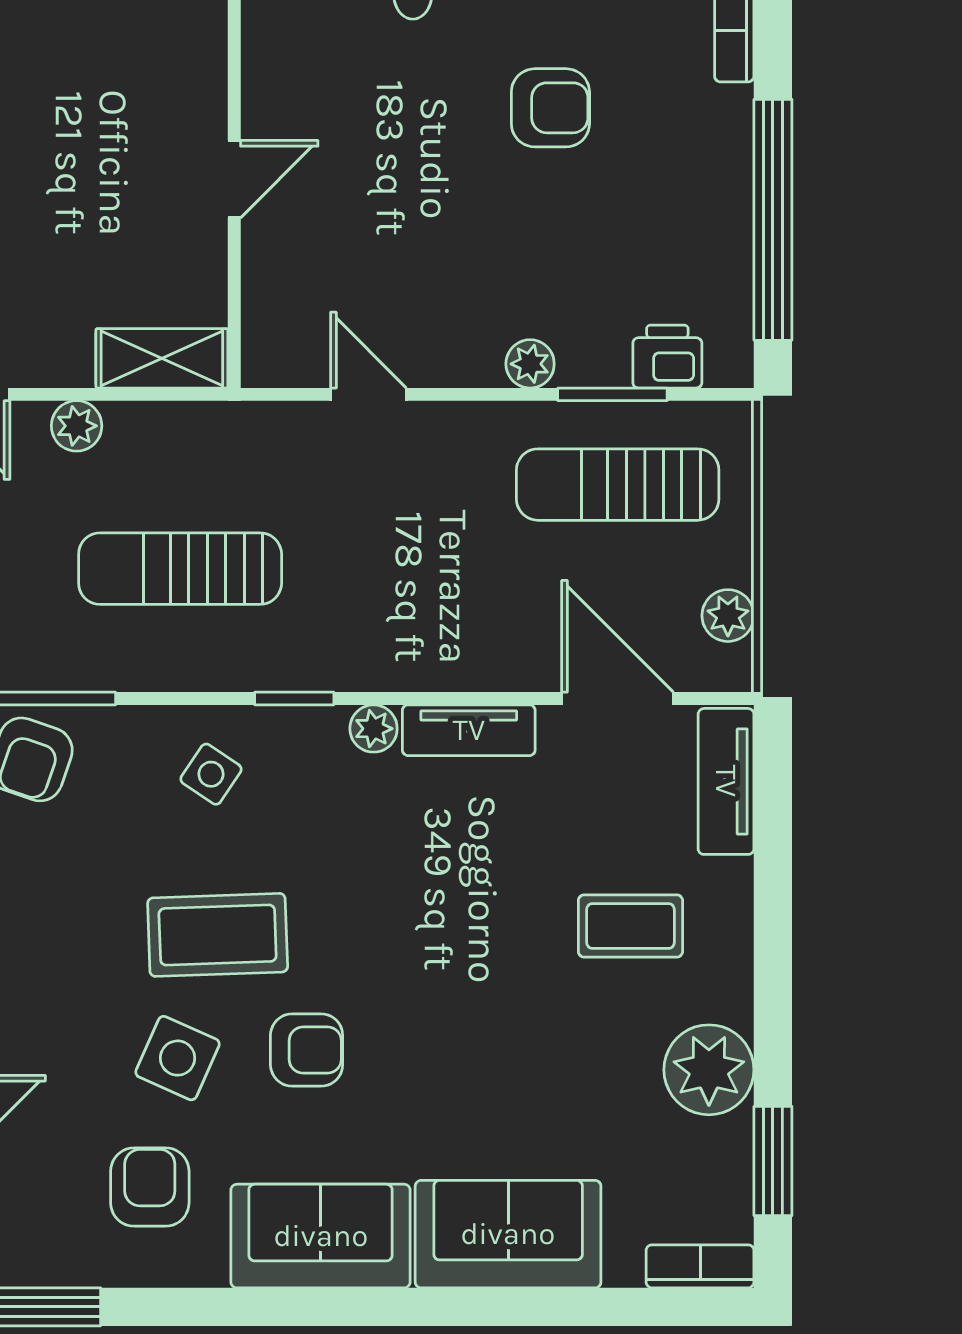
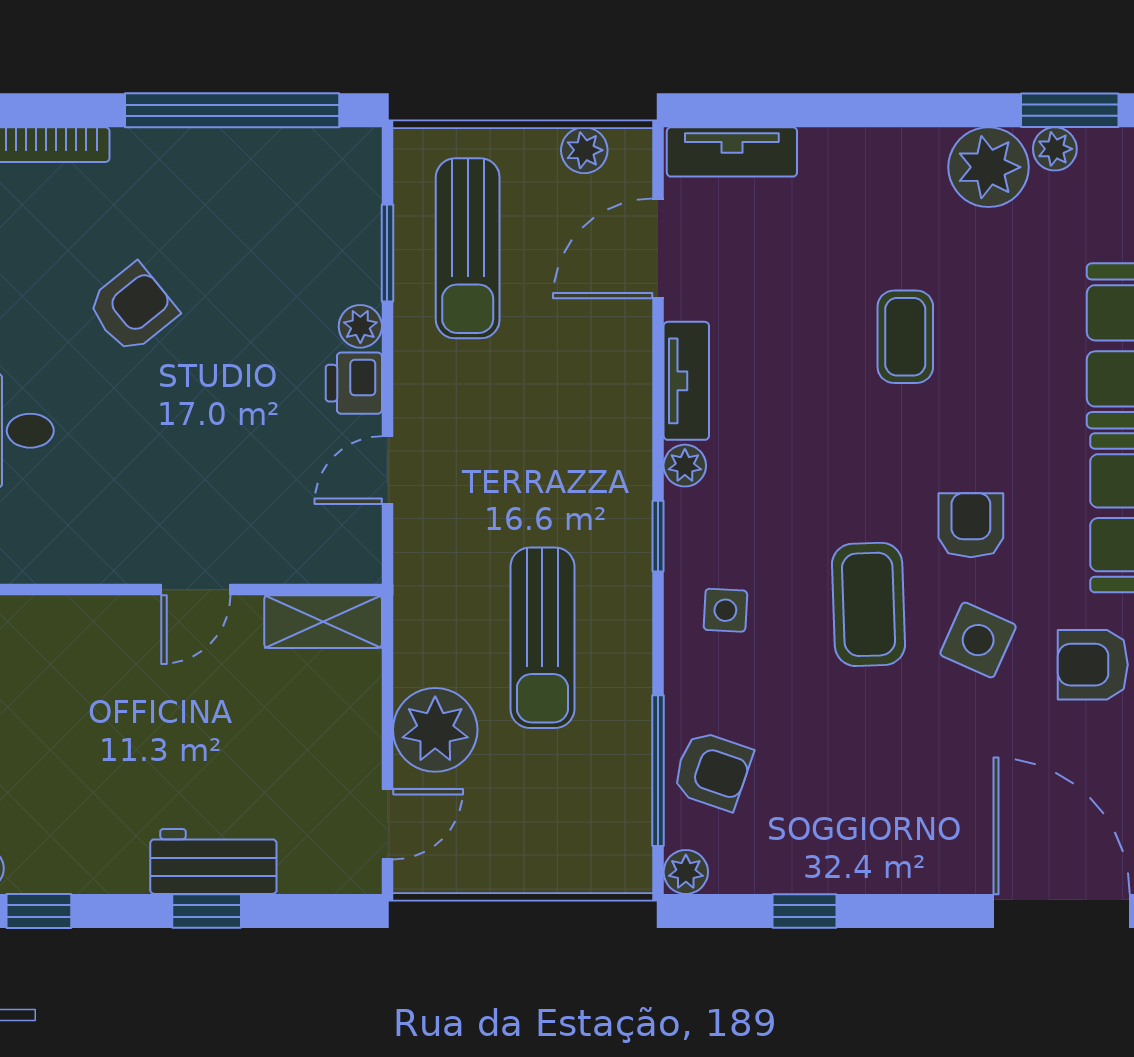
armchair: (550, 108) -> (132, 308), turned 51
door: (234, 179) -> (196, 590), swing flipped
printer: (667, 357) -> (354, 383), moved
shelving: (162, 358) -> (323, 622), moved, turned 90
plant: (77, 426) -> (435, 730), width x1.88, depth x1.88
side table: (211, 774) -> (725, 610), turned -31
coffee table: (630, 926) -> (905, 337), moved
plant: (729, 1144) -> (1055, 149), added

